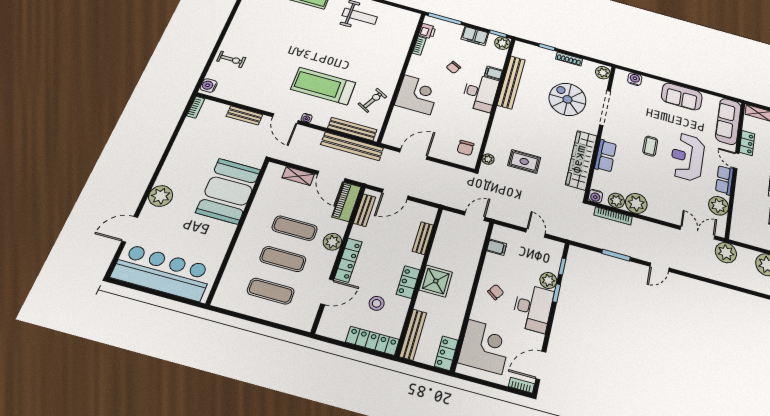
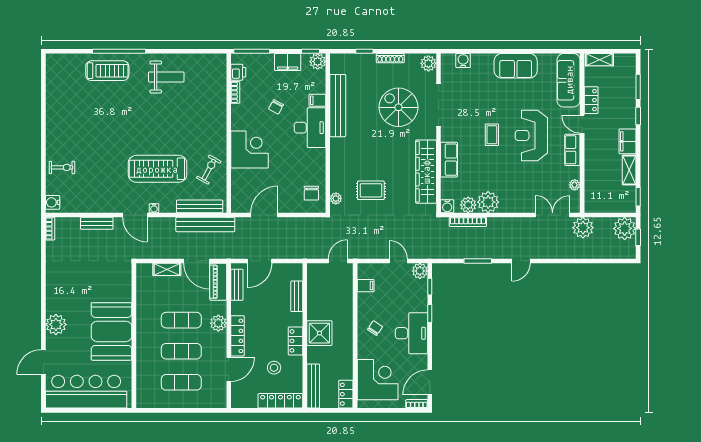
booth: (228, 191) -> (111, 331), moved
plant: (719, 206) -> (575, 185), width x0.53, depth x0.53
plant: (548, 280) -> (420, 271), moved

